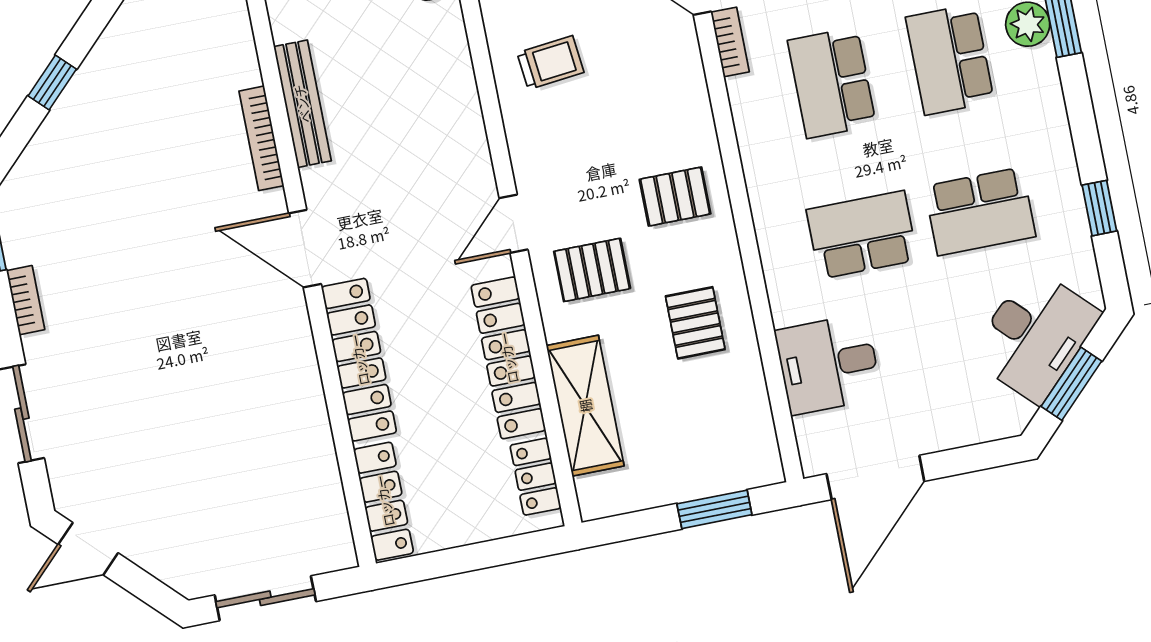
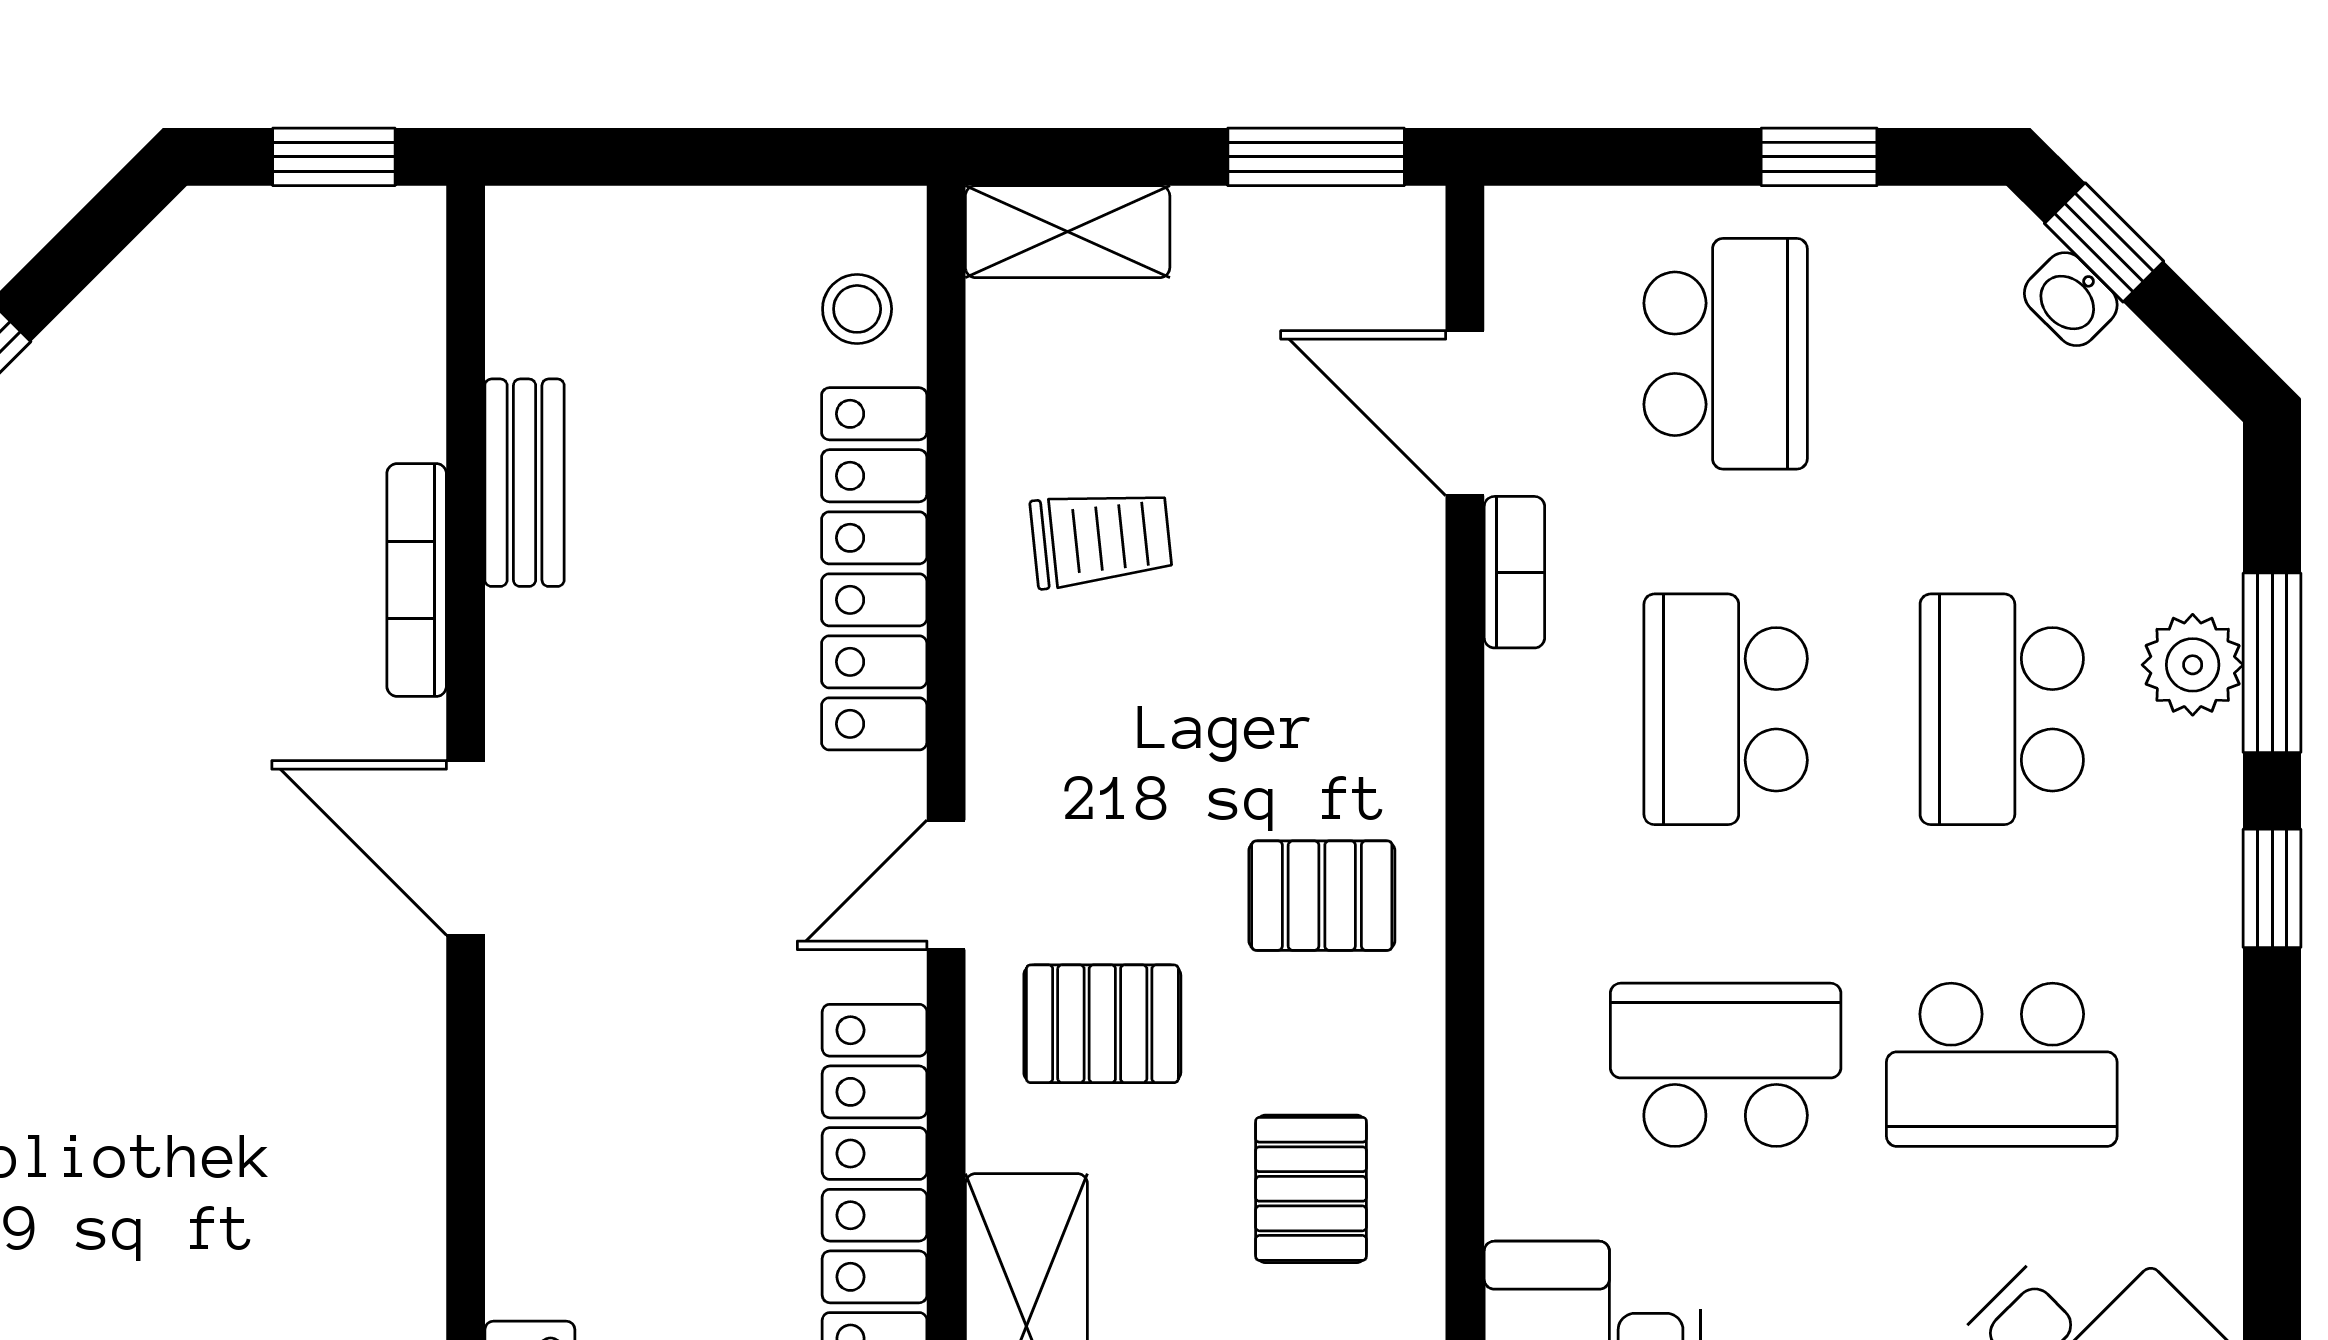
bench: (302, 104) -> (525, 483), width x0.73
window: (1099, 208) -> (2272, 888), moved
locker: (359, 360) -> (874, 569), moved, turned 180

